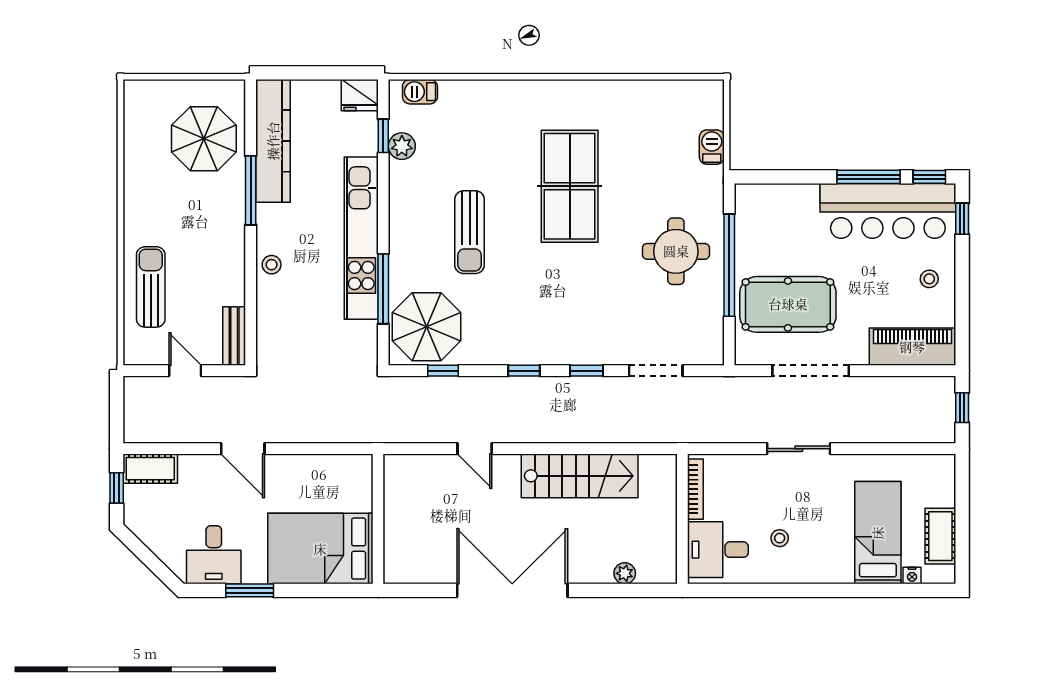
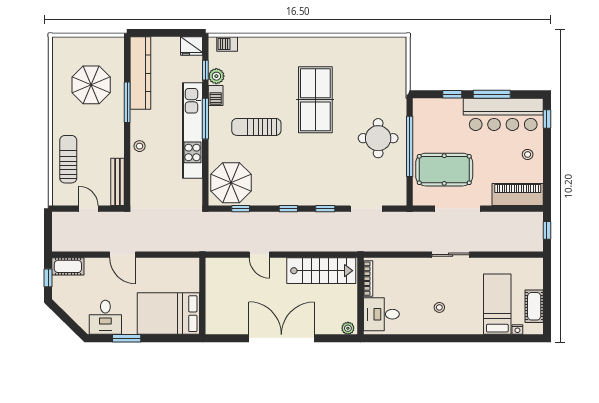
parasol: (204, 139) -> (91, 85), moved
barbecue: (712, 147) -> (216, 95), moved, turned 180
window: (929, 177) -> (452, 94), moved
sun lounger: (470, 232) -> (256, 127), turned 90
window: (383, 289) -> (205, 119), moved
bench: (234, 336) -> (117, 182), width x1.36
bookcase: (695, 489) -> (368, 279), moved
wall: (682, 519) -> (360, 296), moved
desk: (718, 550) -> (381, 314), moved

